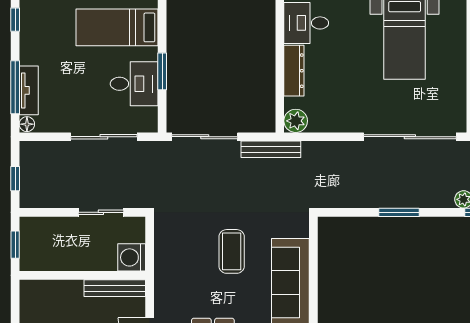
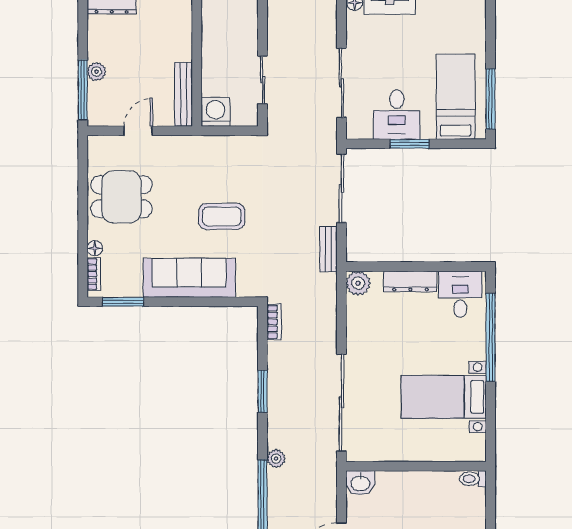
bench: (271, 149) -> (328, 249), width x0.73
bookcase: (333, 201) -> (274, 322), added

